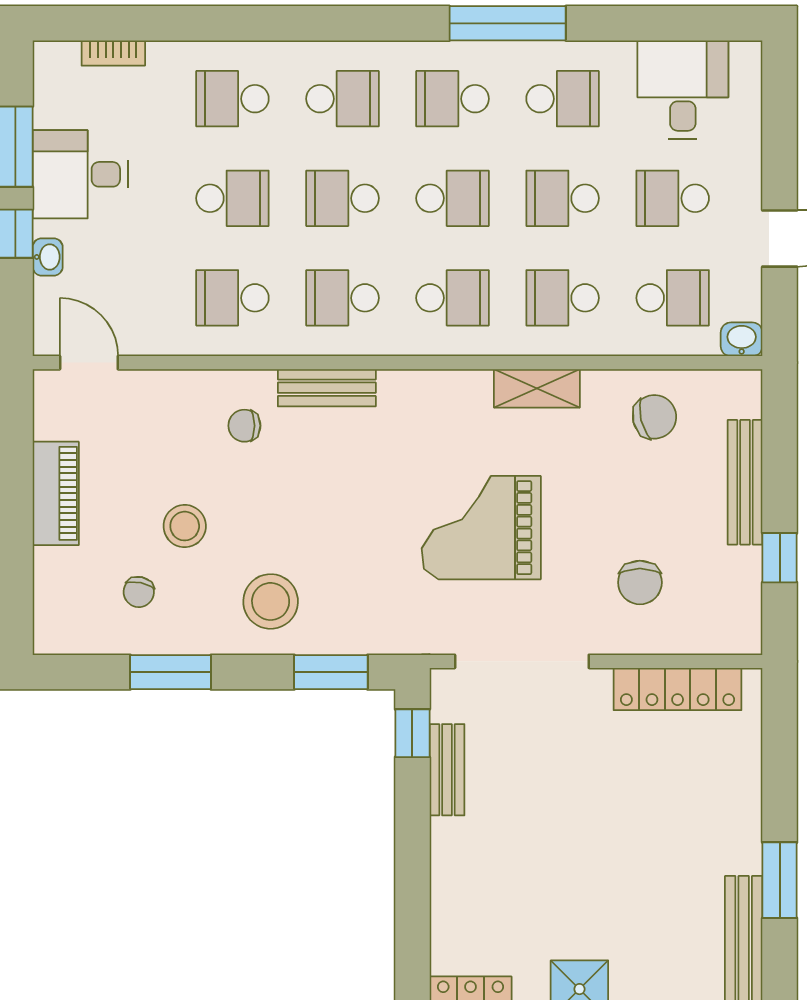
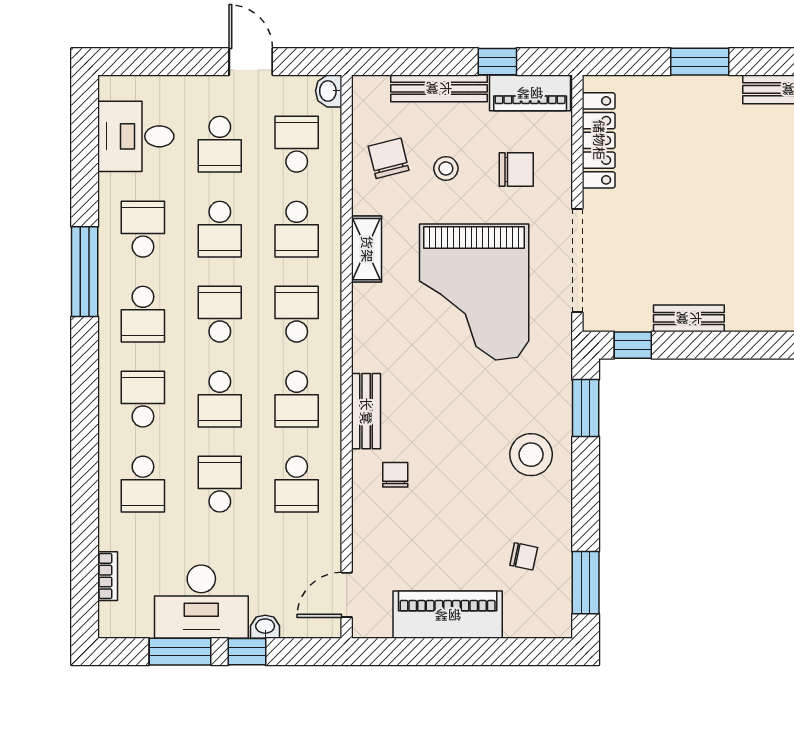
desk: (80, 174) -> (201, 602), width x1.37
chair: (244, 426) -> (395, 475), turned 180
piano: (56, 493) -> (448, 615), width x1.37, depth x1.33
stool: (185, 526) -> (446, 168), moved, width x0.73, depth x0.73
grand piano: (481, 528) -> (474, 292), width x1.37, depth x1.48
piano: (739, 600) -> (530, 93), added
window: (171, 672) -> (586, 583), moved
bench: (447, 770) -> (689, 318), moved
window: (780, 880) -> (700, 62), moved

